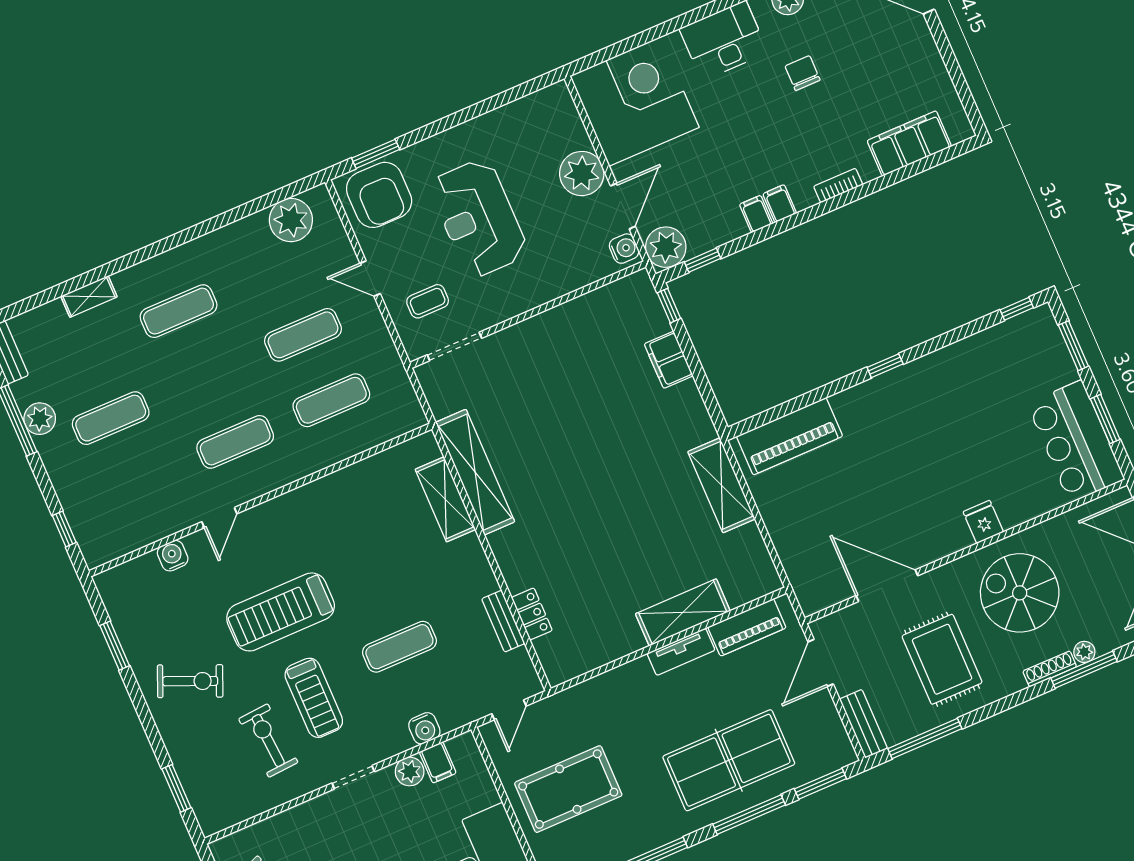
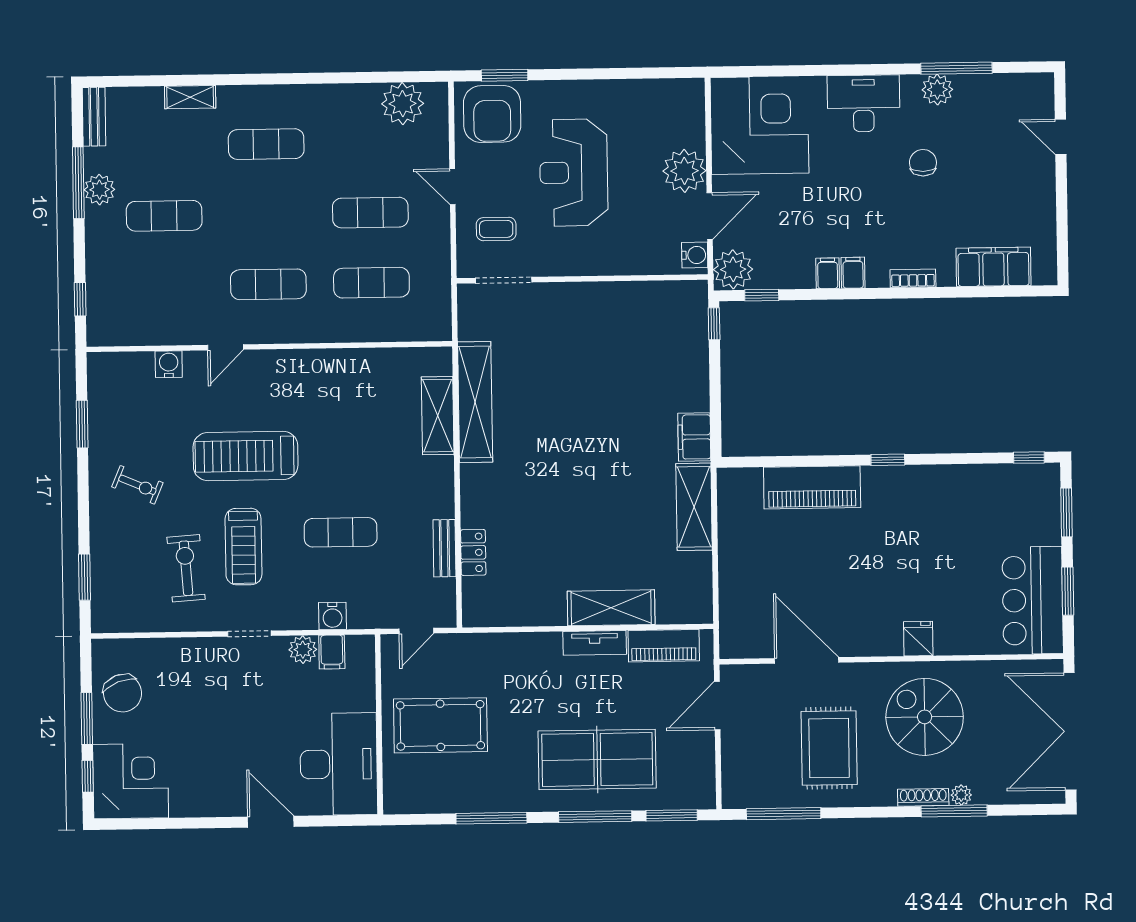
filing cabinet: (669, 360) -> (694, 437), moved
piano: (790, 436) -> (812, 487), moved
exercise bike: (190, 681) -> (137, 485), width x0.73, depth x0.72
bench: (863, 724) -> (733, 777), removed

